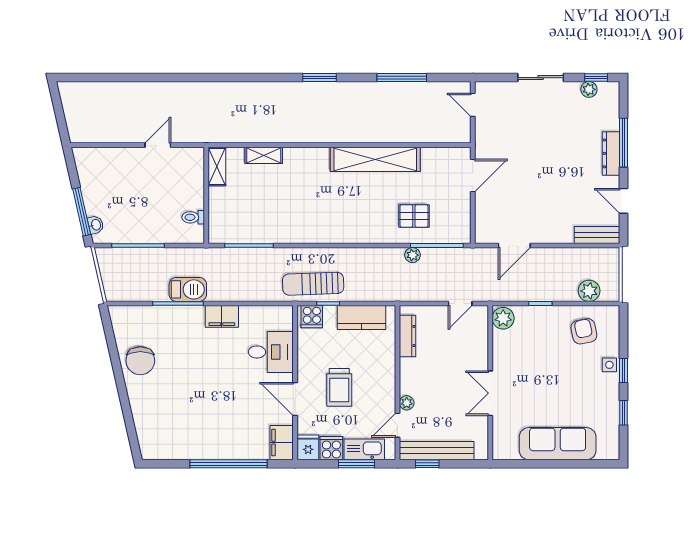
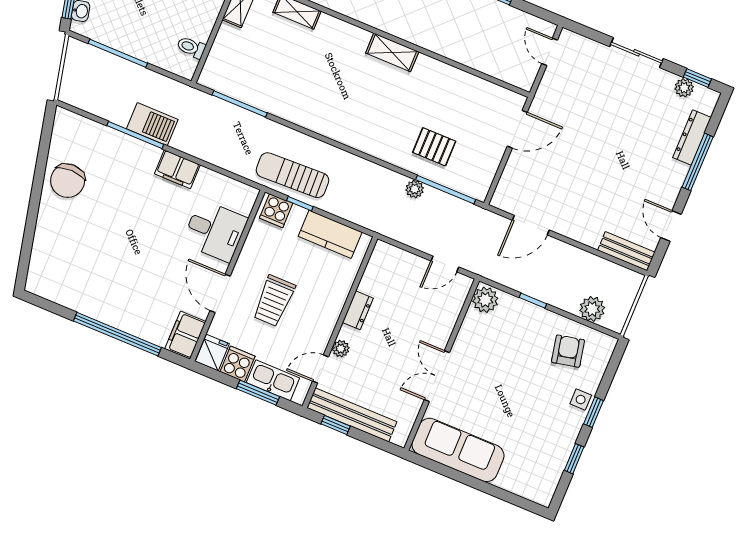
dresser: (611, 153) -> (692, 137), moved
shelving: (375, 159) -> (392, 52), width x0.45, depth x0.75
dresser: (408, 336) -> (358, 310), moved, width x0.70
sofa: (558, 444) -> (458, 450), moved

